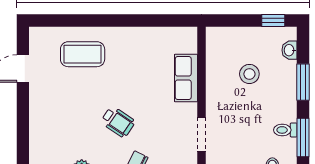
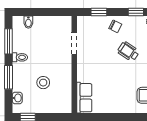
row of seats: (186, 78) -> (84, 98), moved
toilet: (285, 130) -> (20, 57), moved

